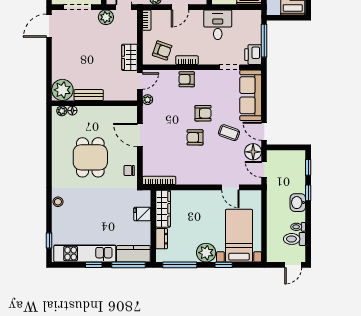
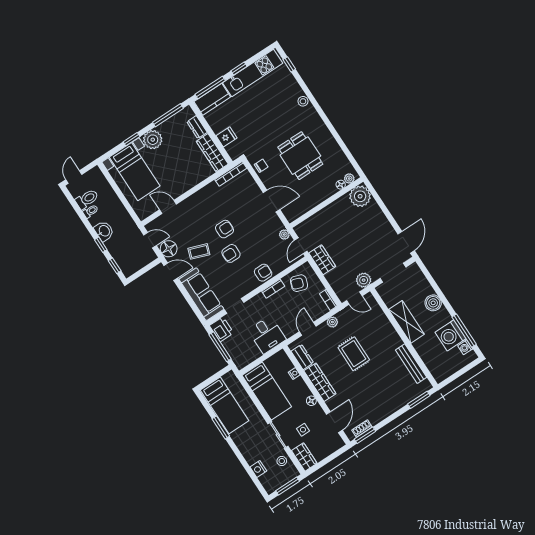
bench: (89, 95) -> (336, 206), removed

